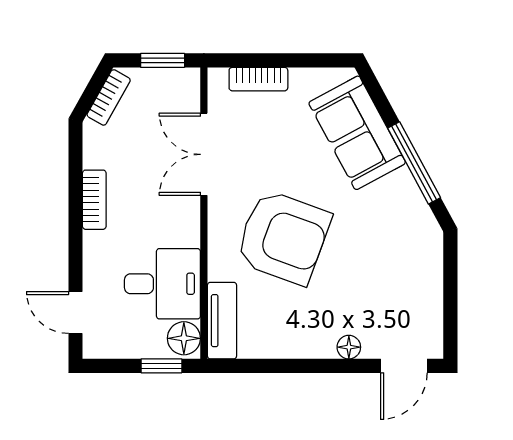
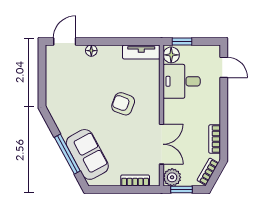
plant: (182, 86) -> (172, 177), added
window: (414, 163) -> (67, 154), moved
bookcase: (94, 200) -> (215, 139), moved
armchair: (283, 237) -> (123, 104), width x0.53, depth x0.53
tv unit: (222, 321) -> (141, 52), moved, turned -90

